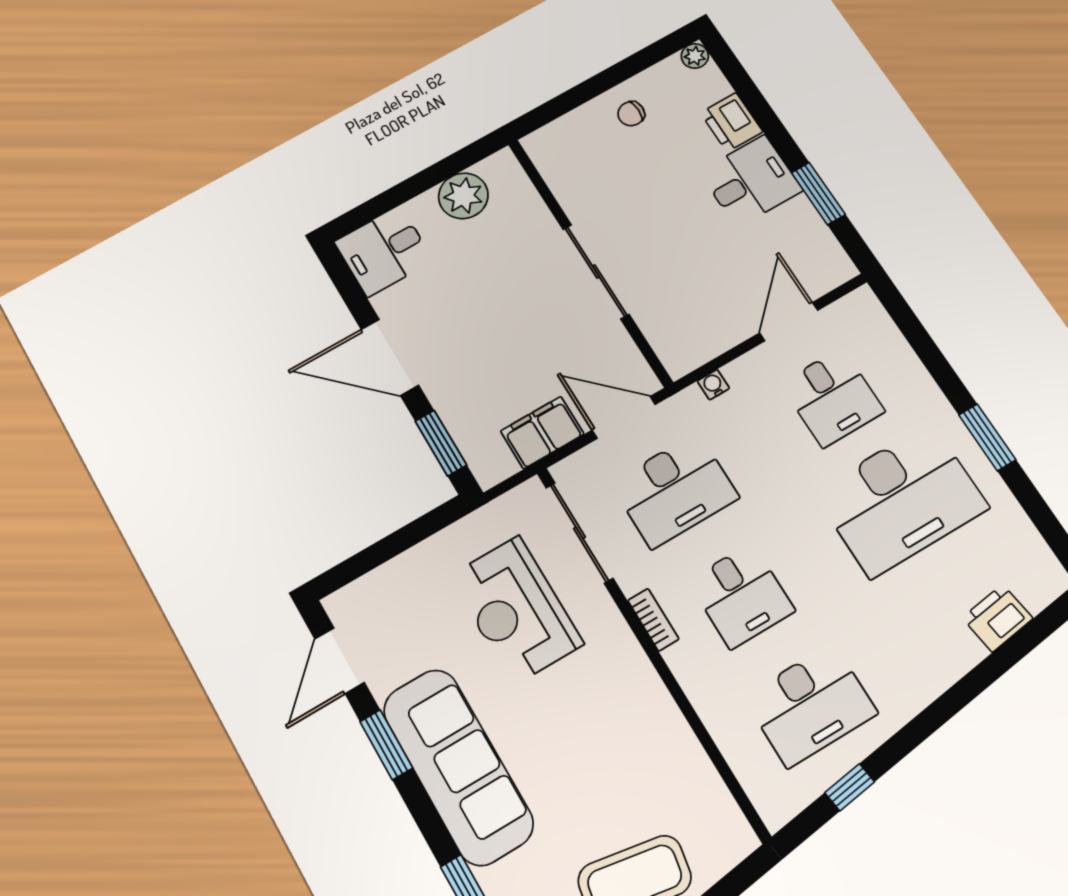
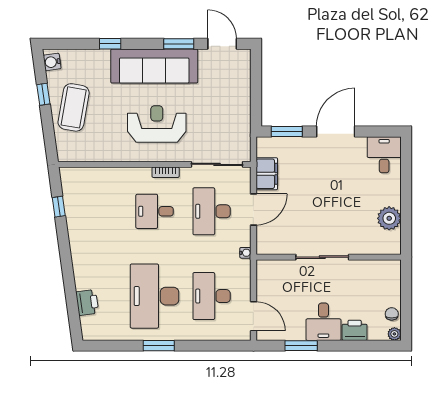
chair: (631, 114) -> (392, 314), moved
plant: (463, 196) -> (389, 218), moved
wall: (589, 261) -> (329, 257), moved
sliding door: (596, 272) -> (322, 257), moved
door: (789, 322) -> (253, 316), moved
desk: (832, 398) -> (212, 296), width x1.37
reception desk: (516, 610) -> (157, 124), moved
desk: (810, 705) -> (97, 211), removed

